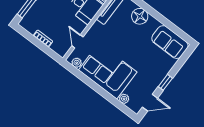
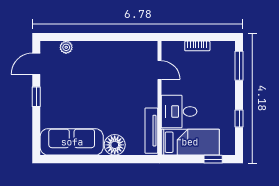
sofa: (170, 42) -> (72, 142), width x1.36
plant: (77, 63) -> (144, 47), removed
corner sofa: (108, 71) -> (105, 63), removed

